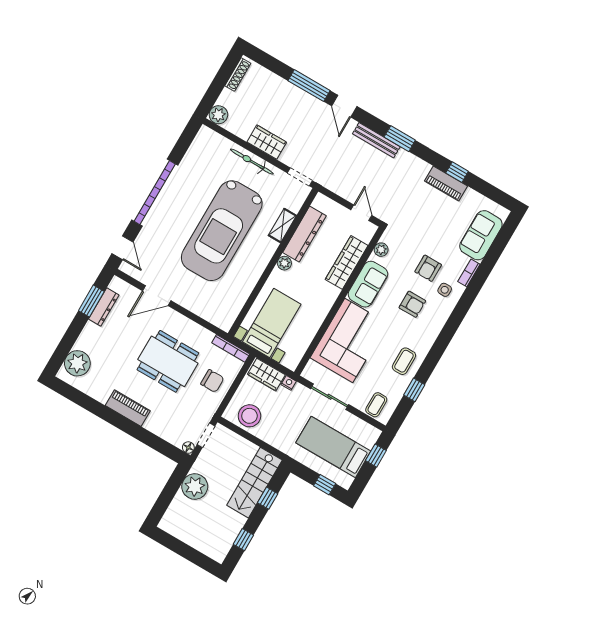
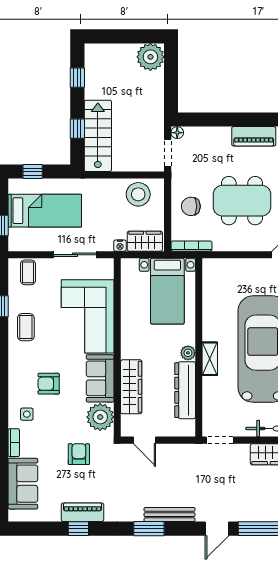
door: (344, 106) -> (217, 529), swing flipped
shelving: (282, 226) -> (210, 359), moved
plant: (381, 250) -> (100, 417), width x1.88, depth x1.88
armchair: (428, 268) -> (79, 454), moved
plant: (195, 487) -> (150, 57), moved

